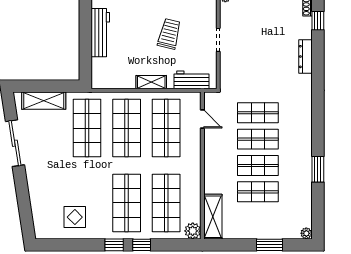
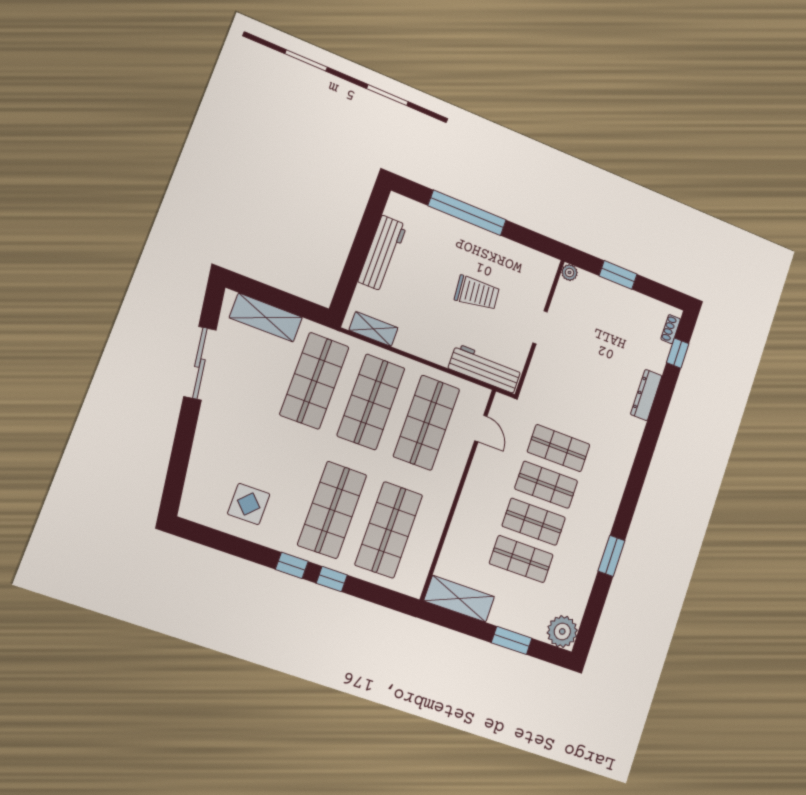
trolley: (169, 34) -> (477, 293), turned 71
workbench: (192, 80) -> (485, 368), width x1.38
shelving: (151, 82) -> (373, 329), moved
shelving: (213, 217) -> (459, 599), moved, turned 90
plant: (193, 231) -> (412, 584), removed
plant: (306, 233) -> (562, 631), width x1.87, depth x1.87

